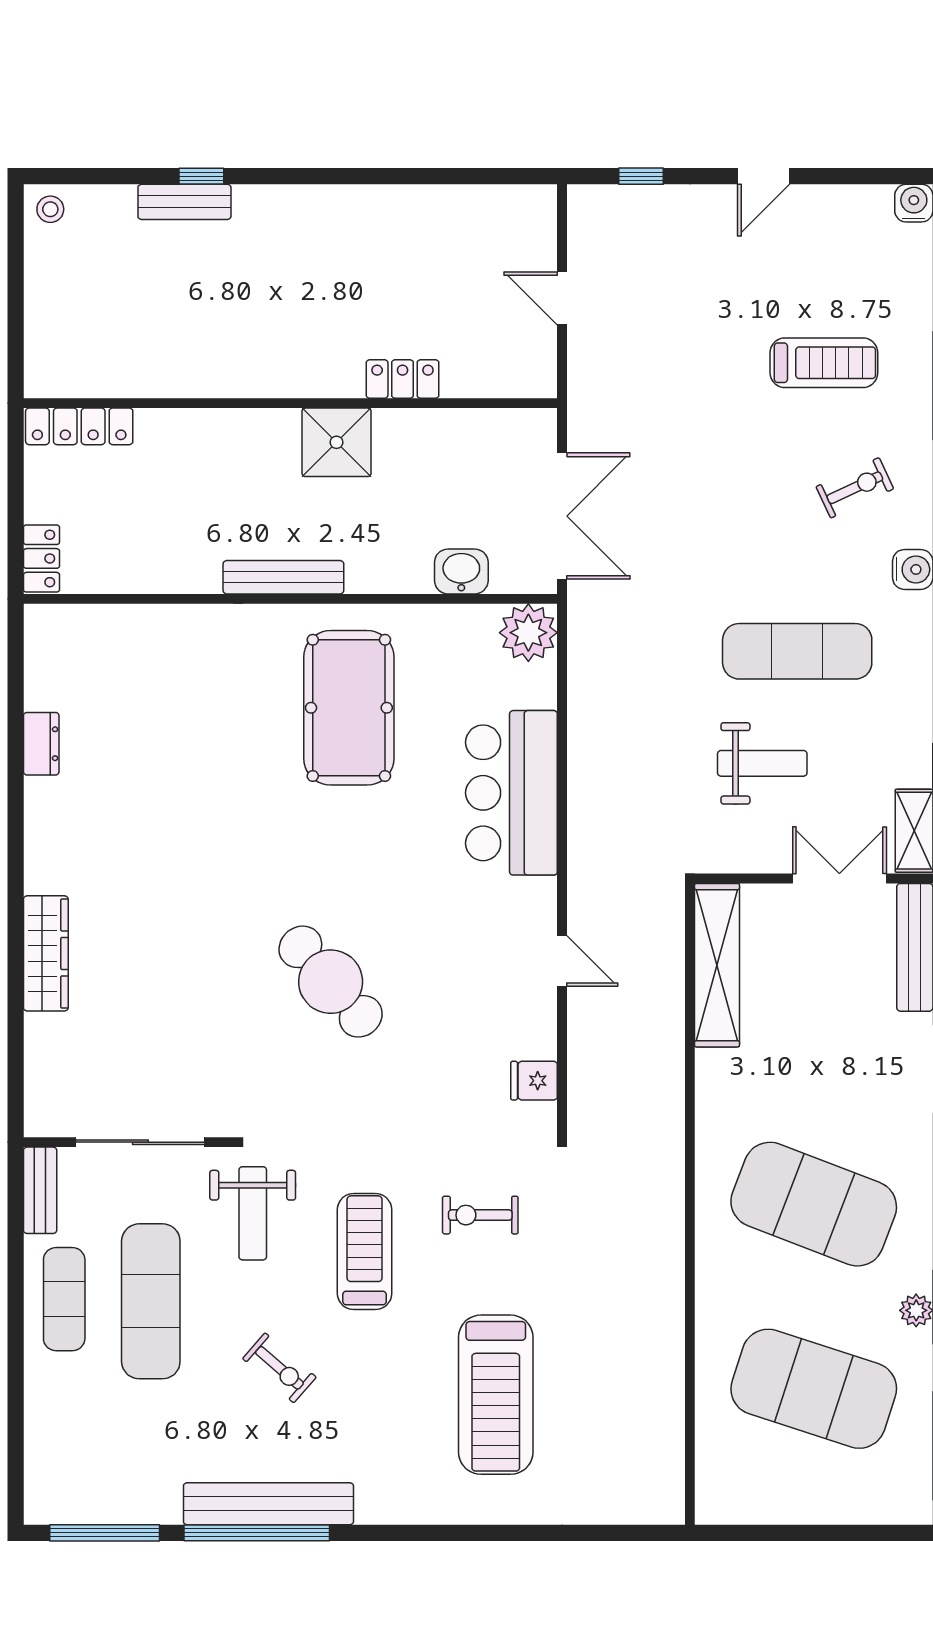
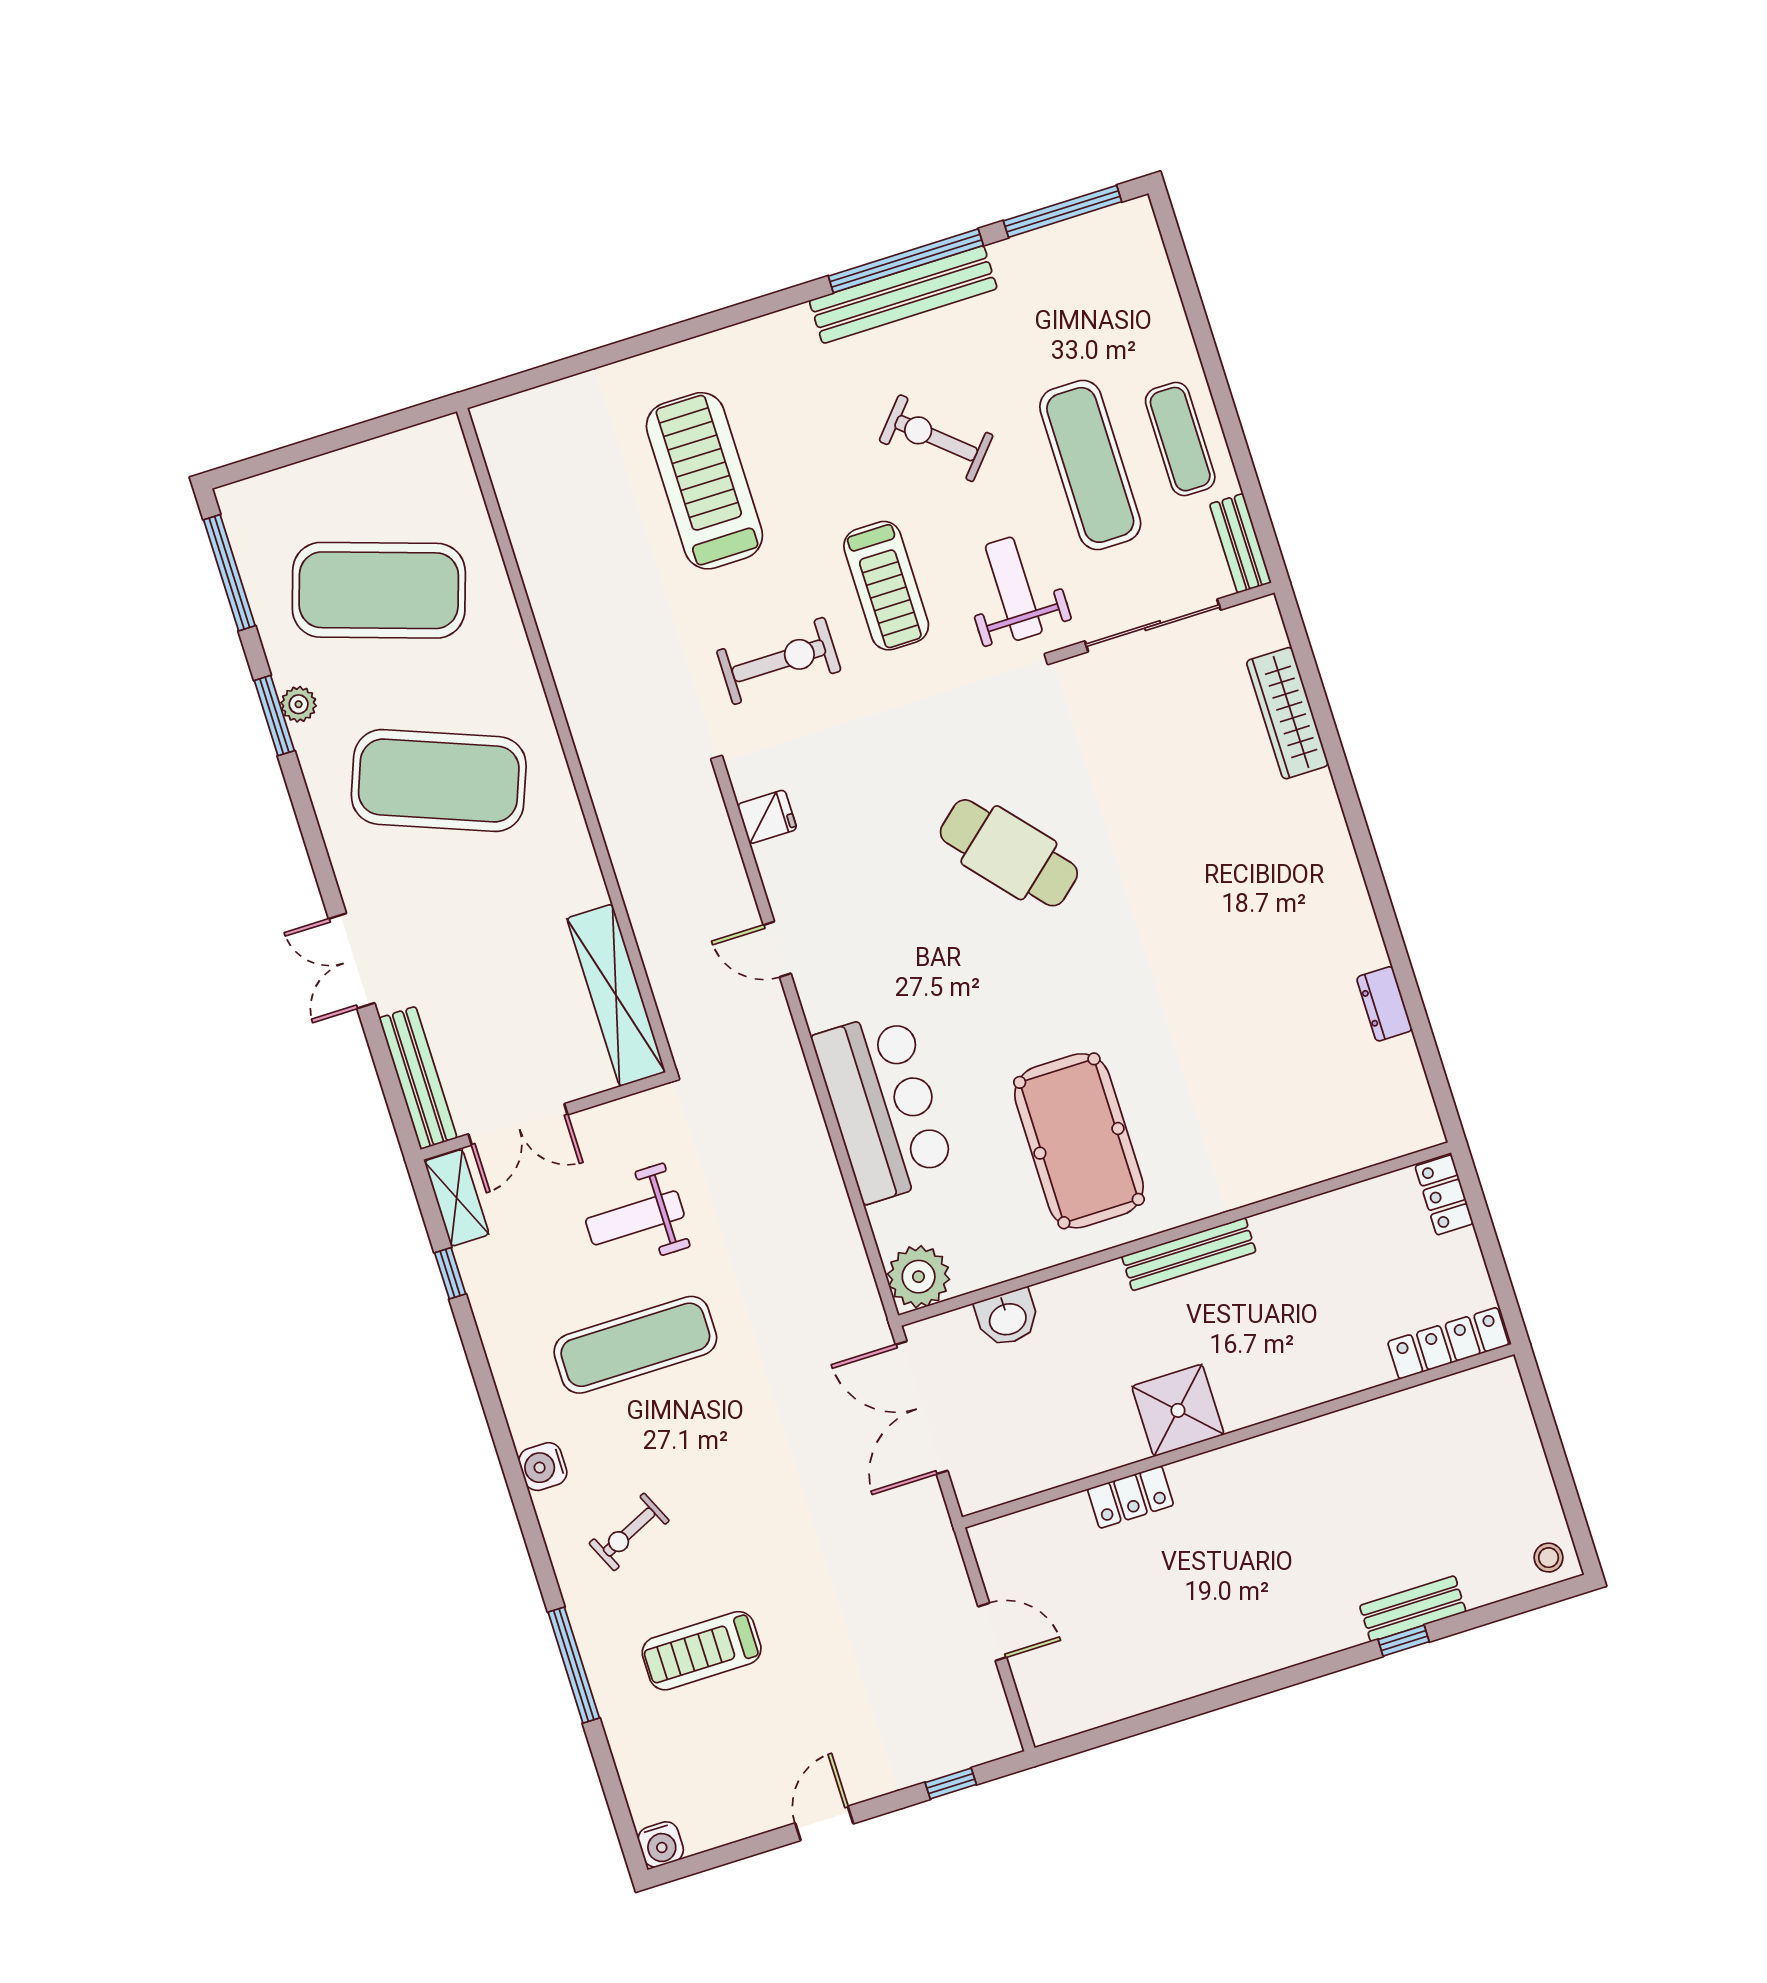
wardrobe: (46, 953) -> (1287, 713), moved
exercise bike: (480, 1215) -> (779, 661), width x1.38, depth x1.39
exercise bike: (279, 1368) -> (936, 438), width x1.38, depth x1.39

